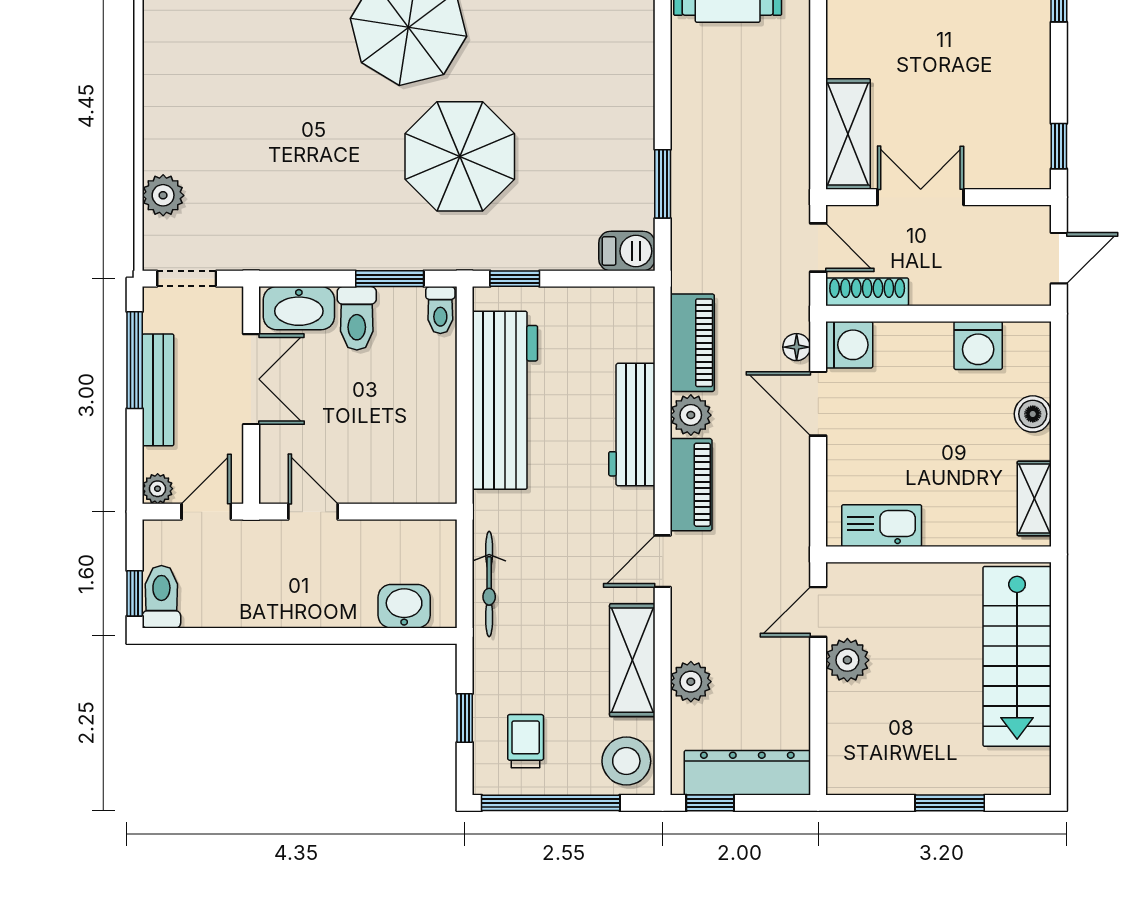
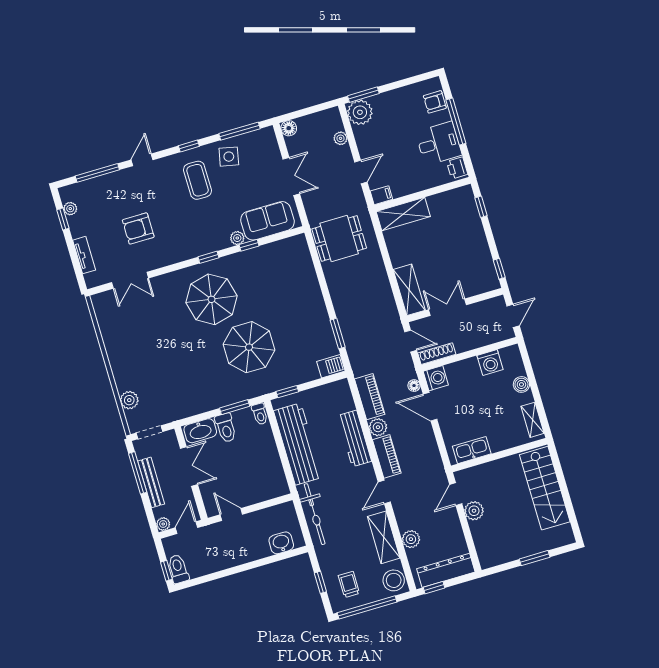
bicycle: (489, 584) -> (315, 514), width x1.37, depth x1.40

